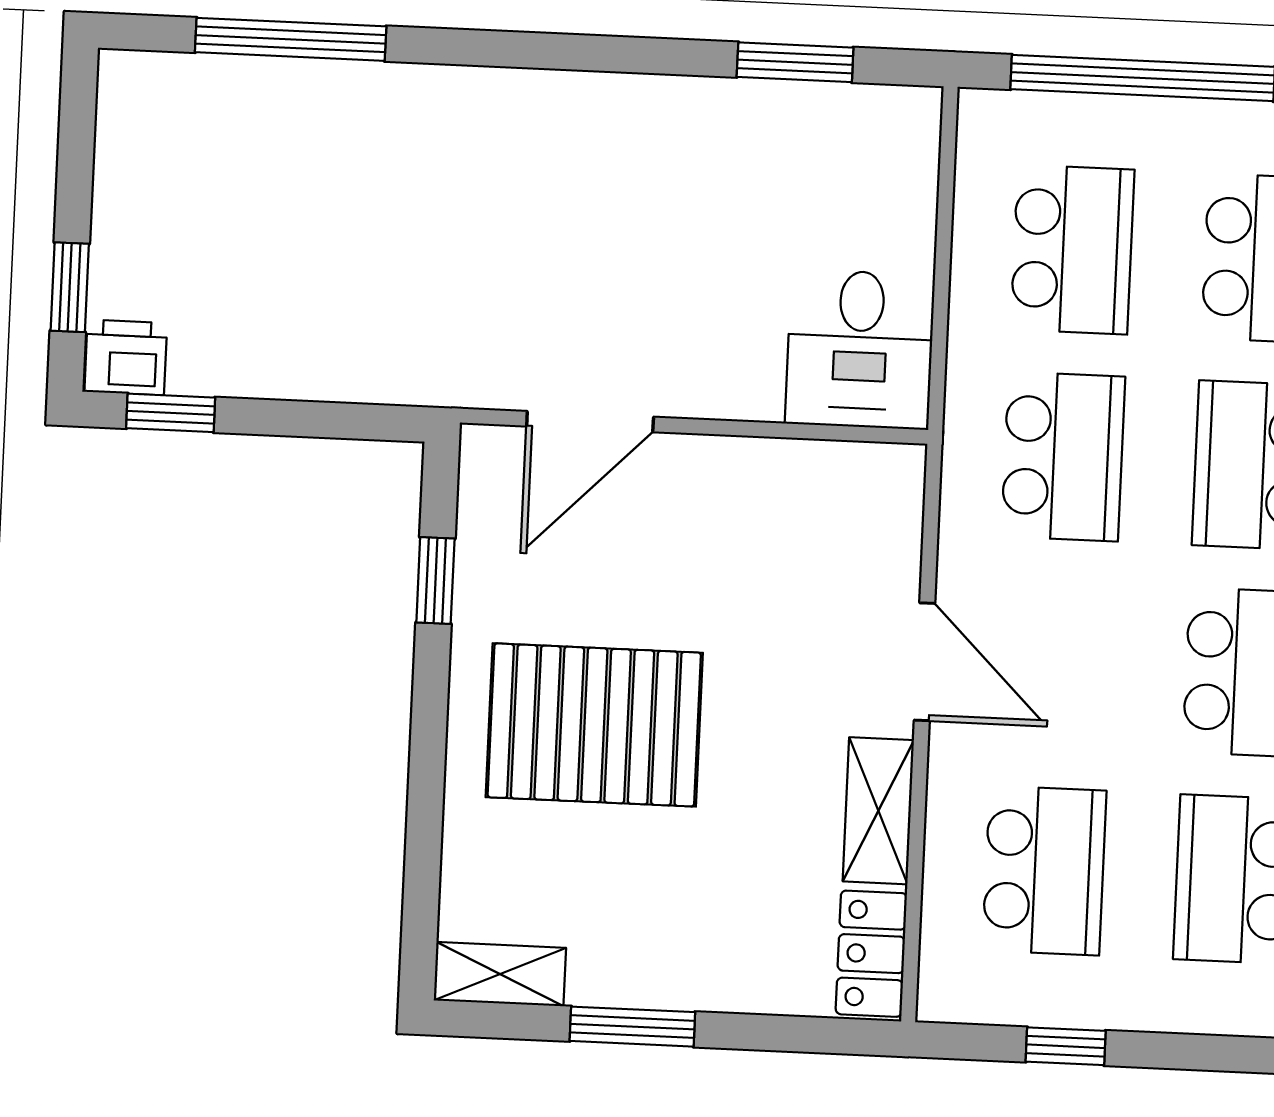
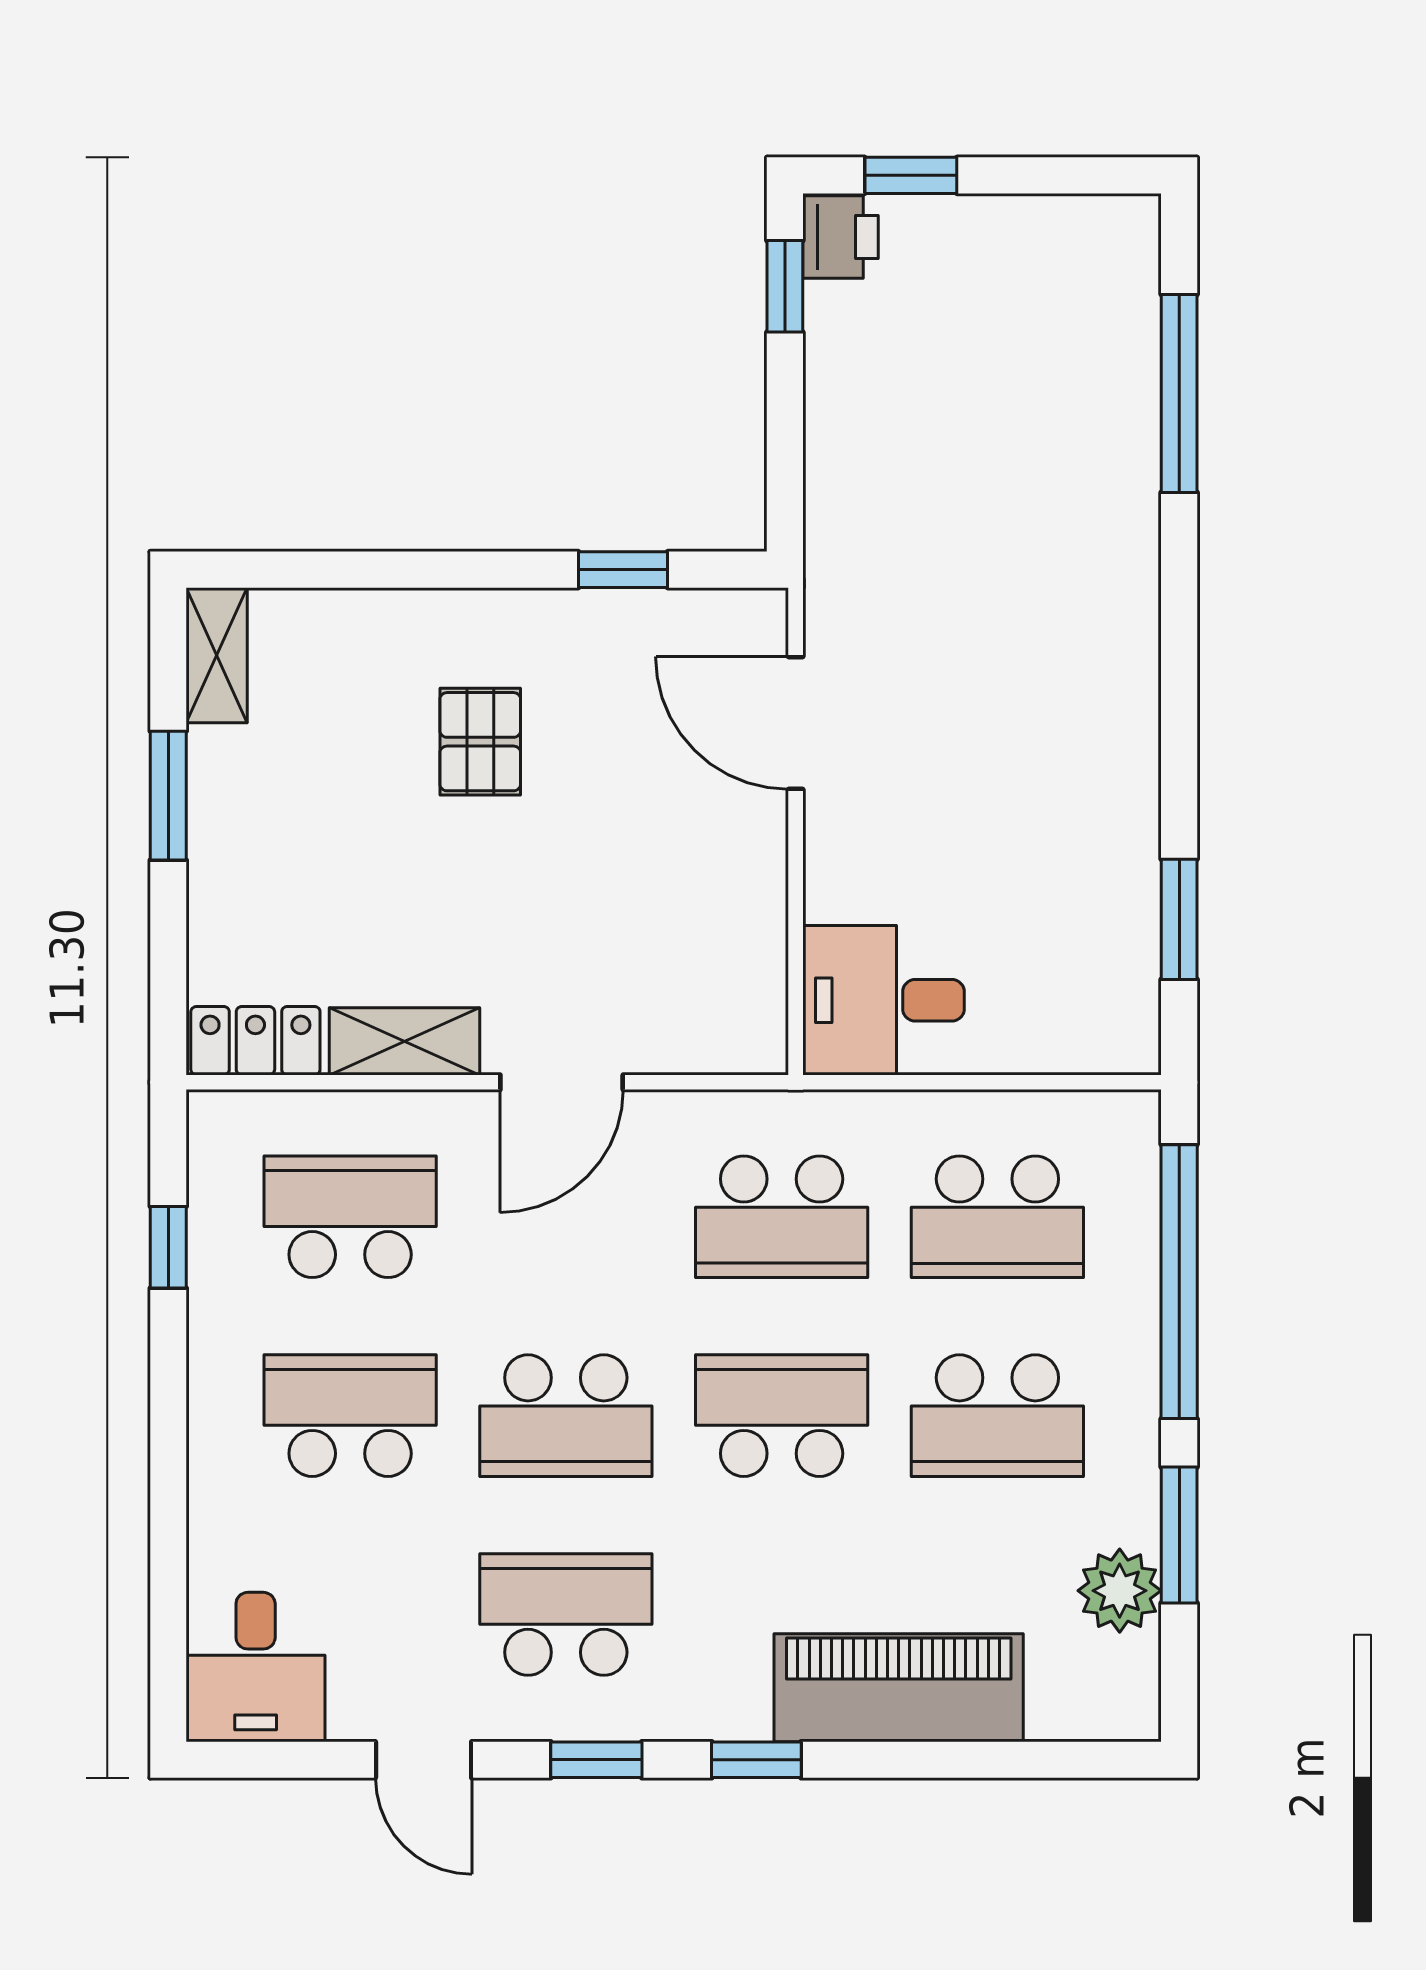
pallet: (594, 725) -> (480, 742), width x0.49, depth x0.50
school desk: (1044, 871) -> (350, 1217), turned 180

